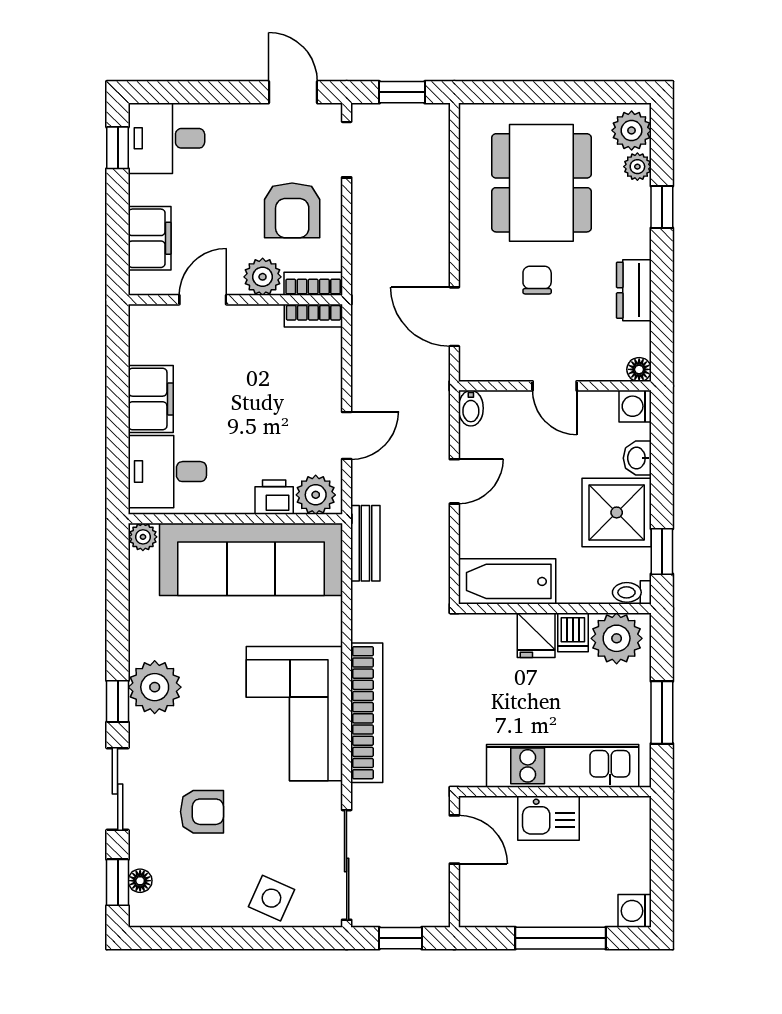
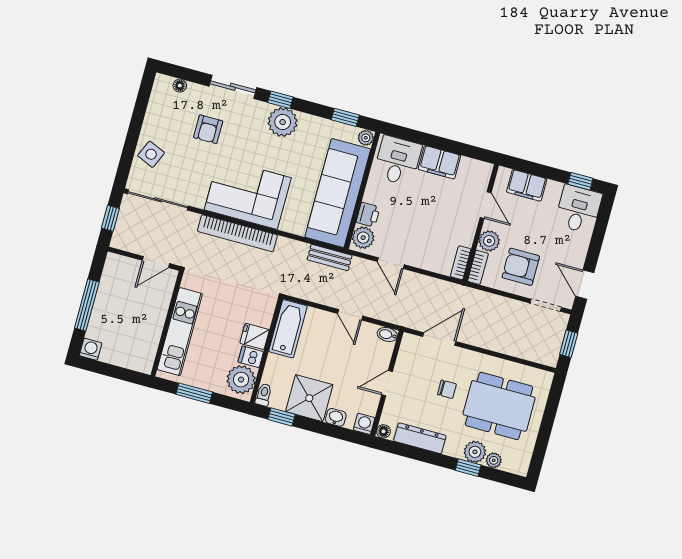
door: (293, 92) -> (585, 285), swing flipped
plant: (632, 130) -> (475, 452), moved
dresser: (634, 290) -> (420, 438), width x1.44
kitchen sink: (548, 818) -> (154, 316), removed
window: (118, 882) -> (345, 117), moved

